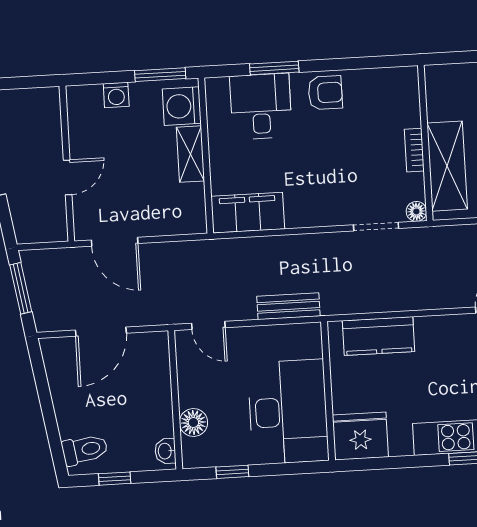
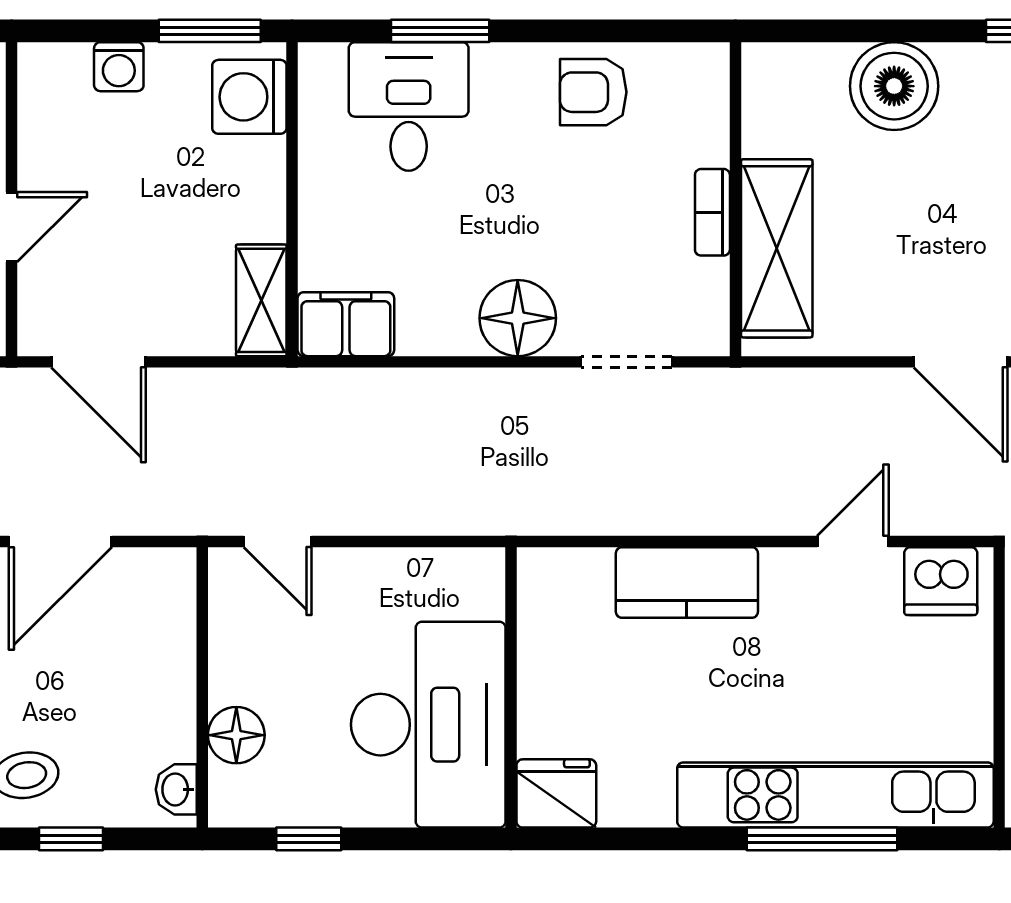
armchair: (325, 93) -> (593, 92), moved, turned 180
shelving: (190, 154) -> (261, 300), moved
floor lamp: (416, 211) -> (518, 318), moved, width x1.89, depth x1.89
filing cabinet: (248, 213) -> (346, 324), width x0.67, depth x0.86
bench: (288, 306) -> (441, 512), removed
kitchen counter: (378, 336) -> (687, 582), moved
fridge: (360, 436) -> (556, 793), width x0.73, depth x0.75

